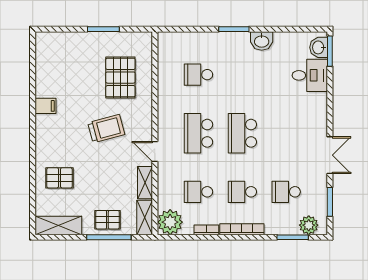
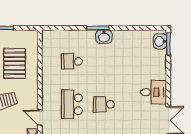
washbasin: (262, 41) -> (104, 37), moved
desk: (310, 75) -> (154, 92), moved
school desk: (242, 133) -> (104, 104), width x0.54

